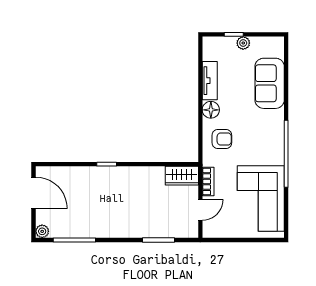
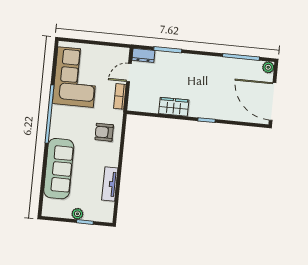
sofa: (270, 83) -> (59, 169), width x1.36
floor lamp: (211, 110) -> (111, 158), removed
wardrobe: (182, 176) -> (174, 107), moved
door: (33, 193) -> (272, 101), width x1.36
dresser: (186, 231) -> (143, 55), added

